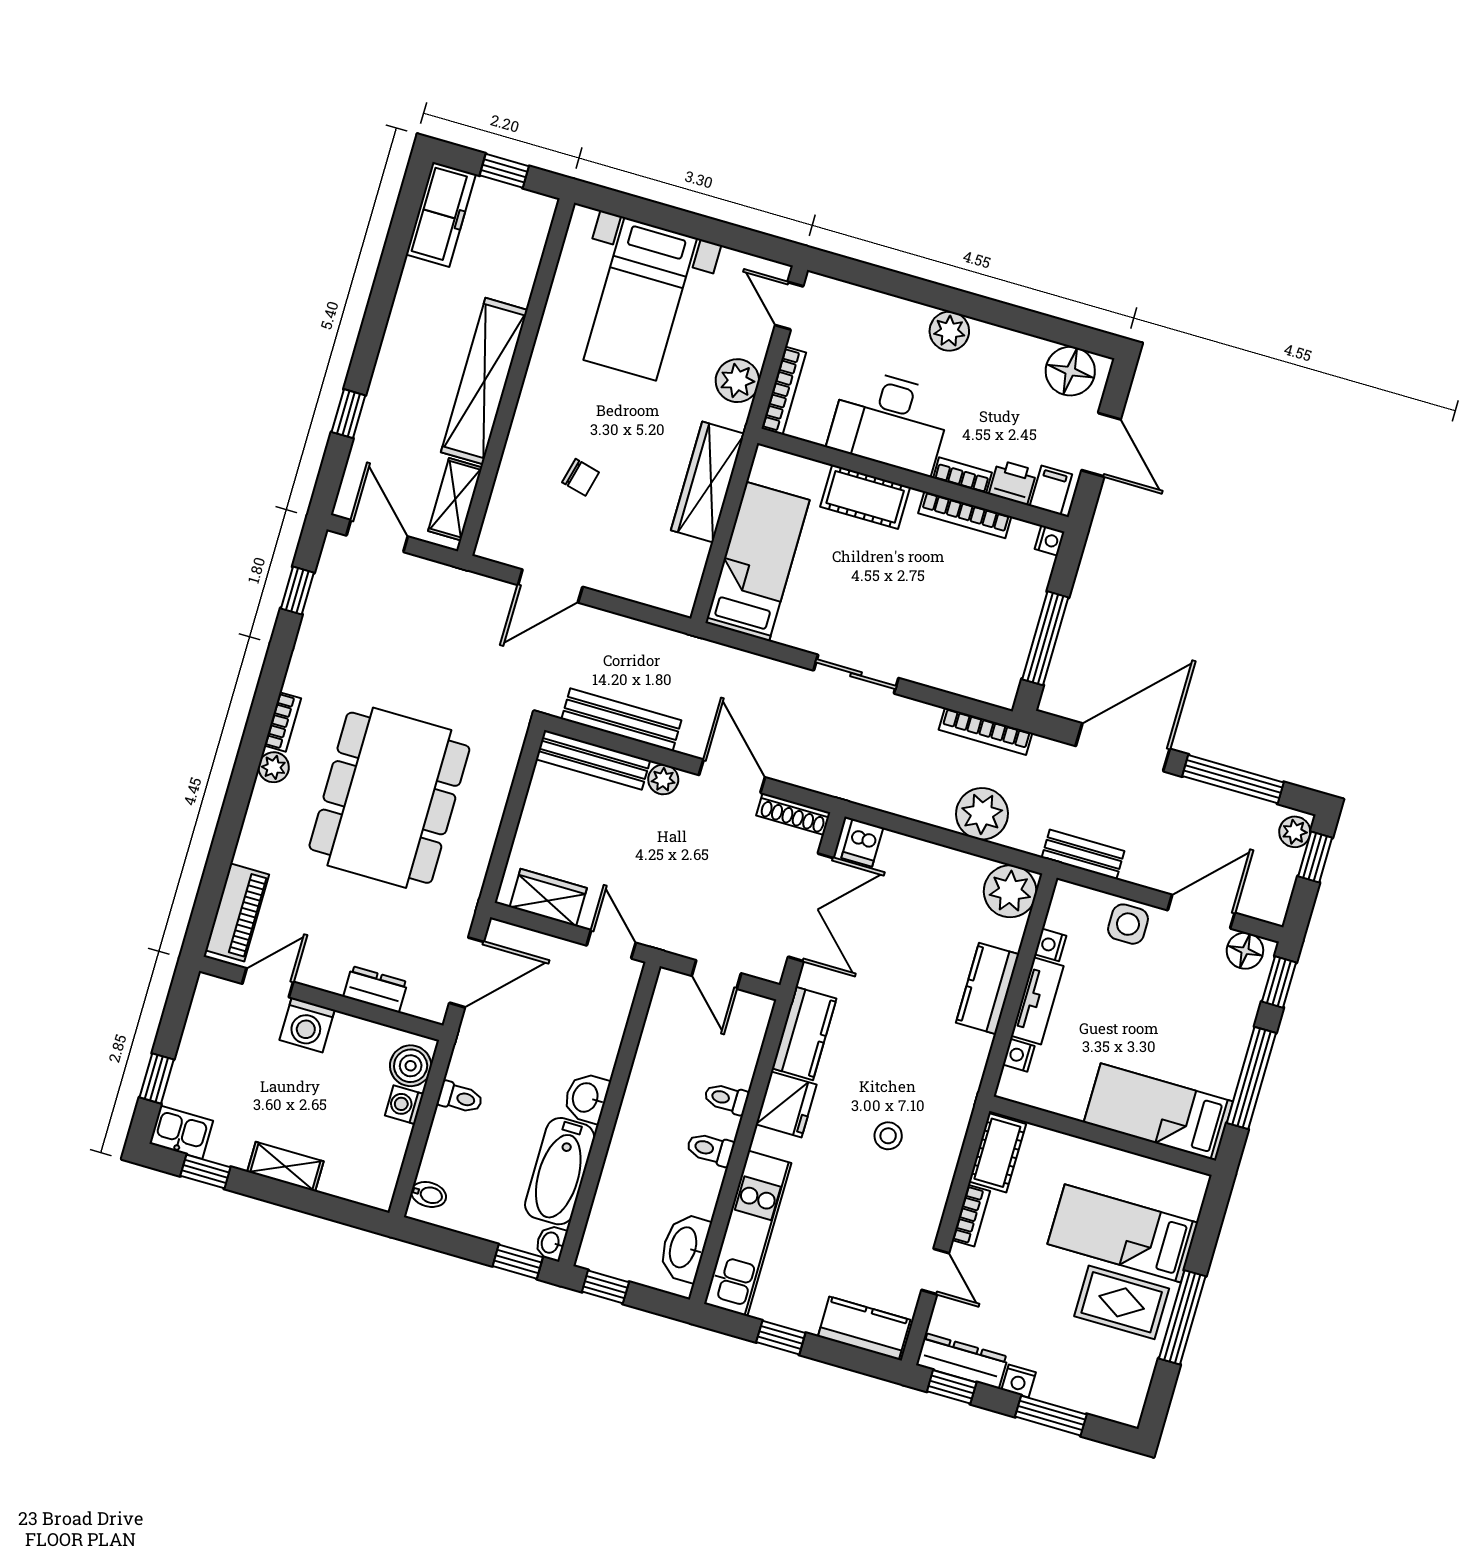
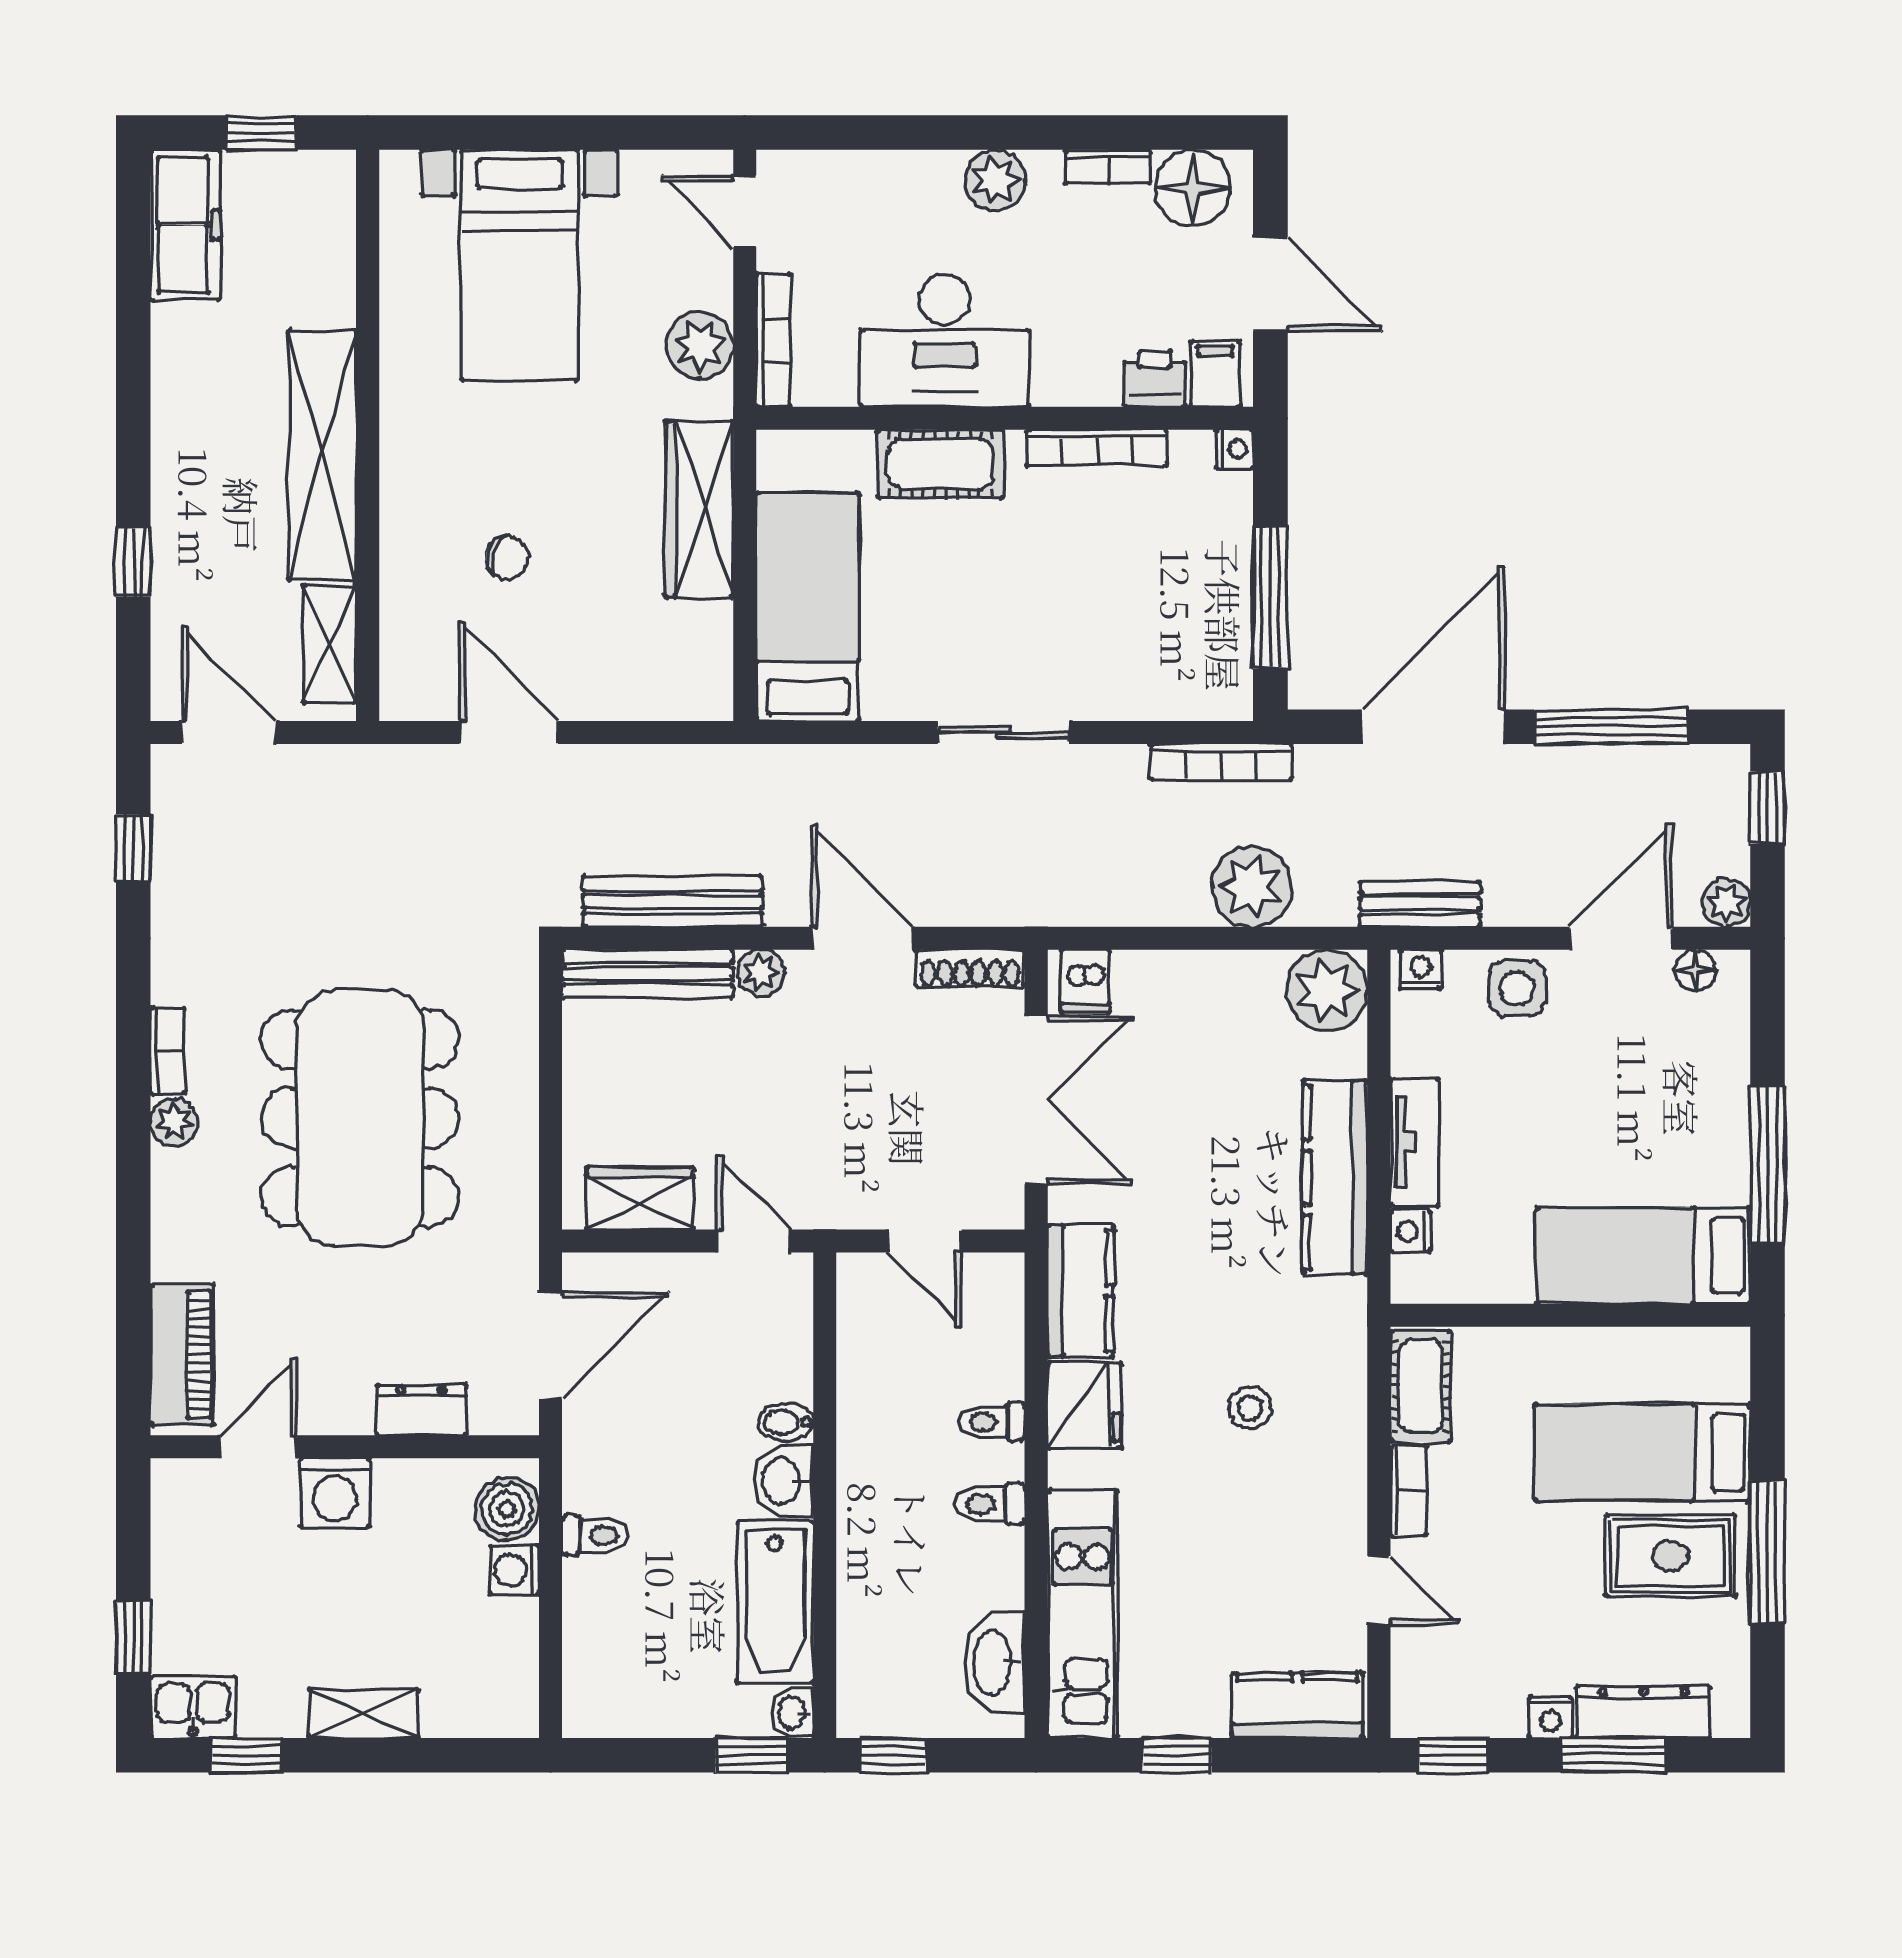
bookcase: (963, 475) -> (1107, 167), moved, turned 180
door: (550, 586) -> (509, 732), swing flipped
plant: (1295, 832) -> (1726, 903), moved
nightstand: (1050, 945) -> (1420, 969), moved, turned 90
floor lamp: (1245, 951) -> (1696, 970), width x0.73, depth x0.73
window: (1279, 982) -> (1767, 1010), removed
kitchen counter: (988, 988) -> (1335, 1177), width x1.50
bidet: (429, 1194) -> (786, 1422), moved, turned 180
dresser: (962, 1361) -> (1644, 1712), moved

